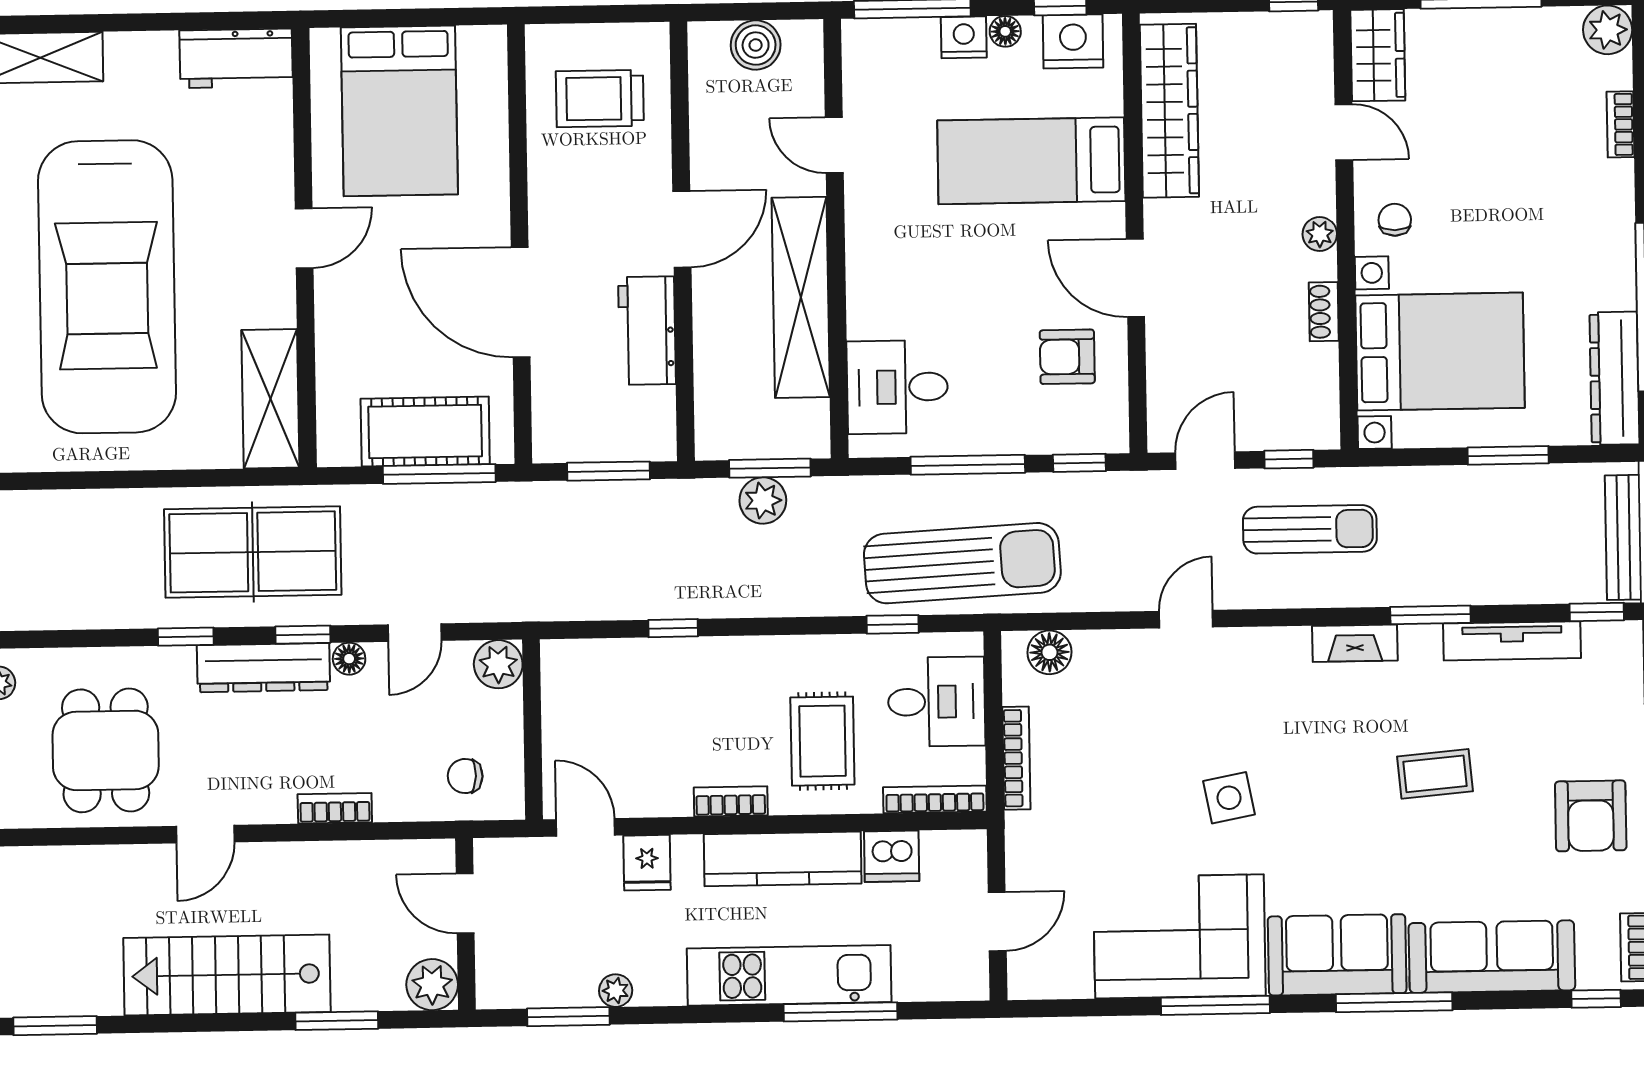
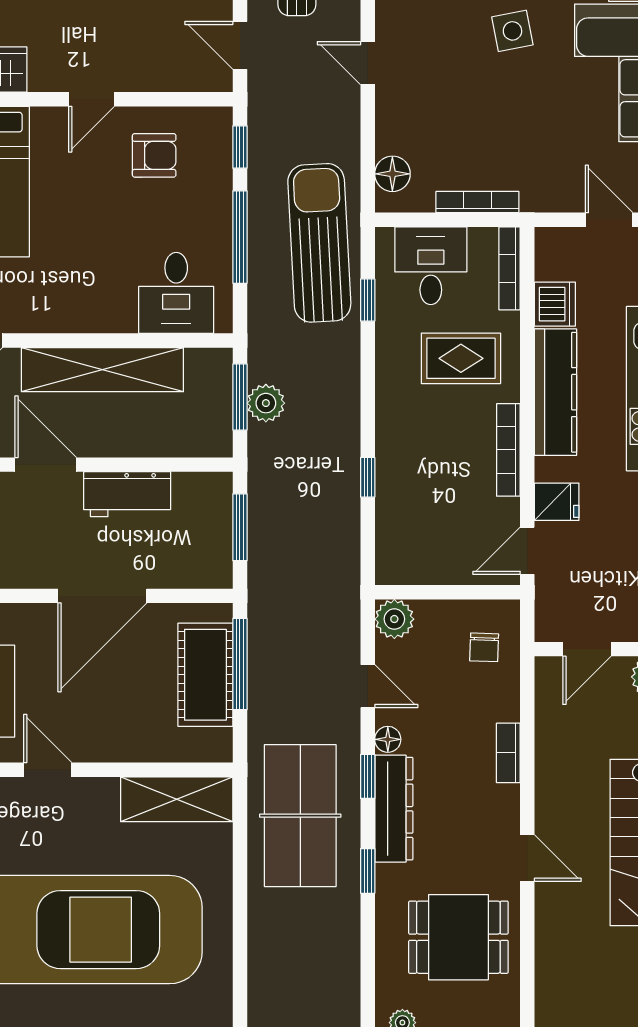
door: (1135, 278) -> (91, 99), width x0.73
armchair: (1067, 357) -> (154, 155), turned -90
bookcase: (731, 801) -> (508, 450), width x1.56

